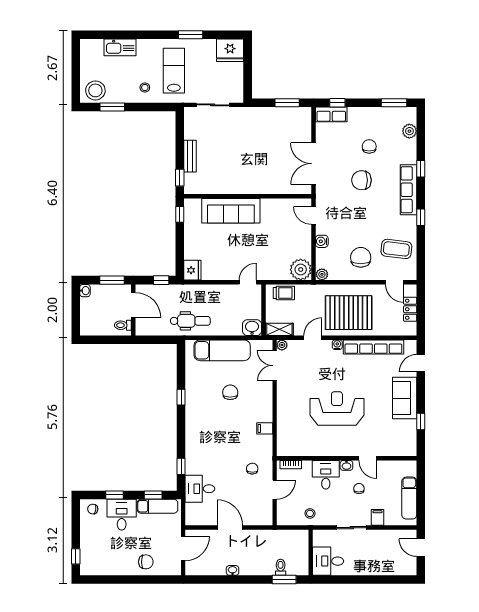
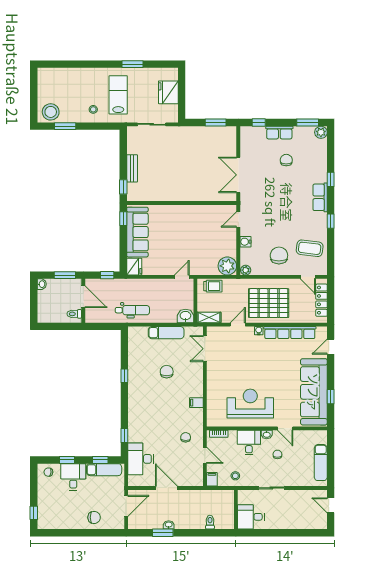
kitchen sink: (120, 47) -> (72, 75), removed
fridge: (230, 50) -> (168, 92), moved, turned 90
row of seats: (331, 114) -> (279, 133), moved
plant: (409, 131) -> (321, 132), moved
chair: (361, 180) -> (280, 189), removed
row of seats: (409, 190) -> (320, 197), width x0.68
sofa: (231, 211) -> (137, 232), moved, turned -90
door: (313, 216) -> (238, 220), hinge flipped
locker: (410, 309) -> (322, 300), width x1.53
plant: (282, 345) -> (211, 331), removed
exam couch: (222, 350) -> (166, 333), width x0.73, depth x0.69
sofa: (405, 398) -> (314, 392), width x1.85, depth x1.27
reception desk: (337, 408) -> (250, 404), moved
desk: (200, 489) -> (141, 459), width x1.37
door: (275, 490) -> (205, 455), hinge flipped
filing cabinet: (377, 517) -> (212, 479), moved
window: (284, 580) -> (163, 533), moved

